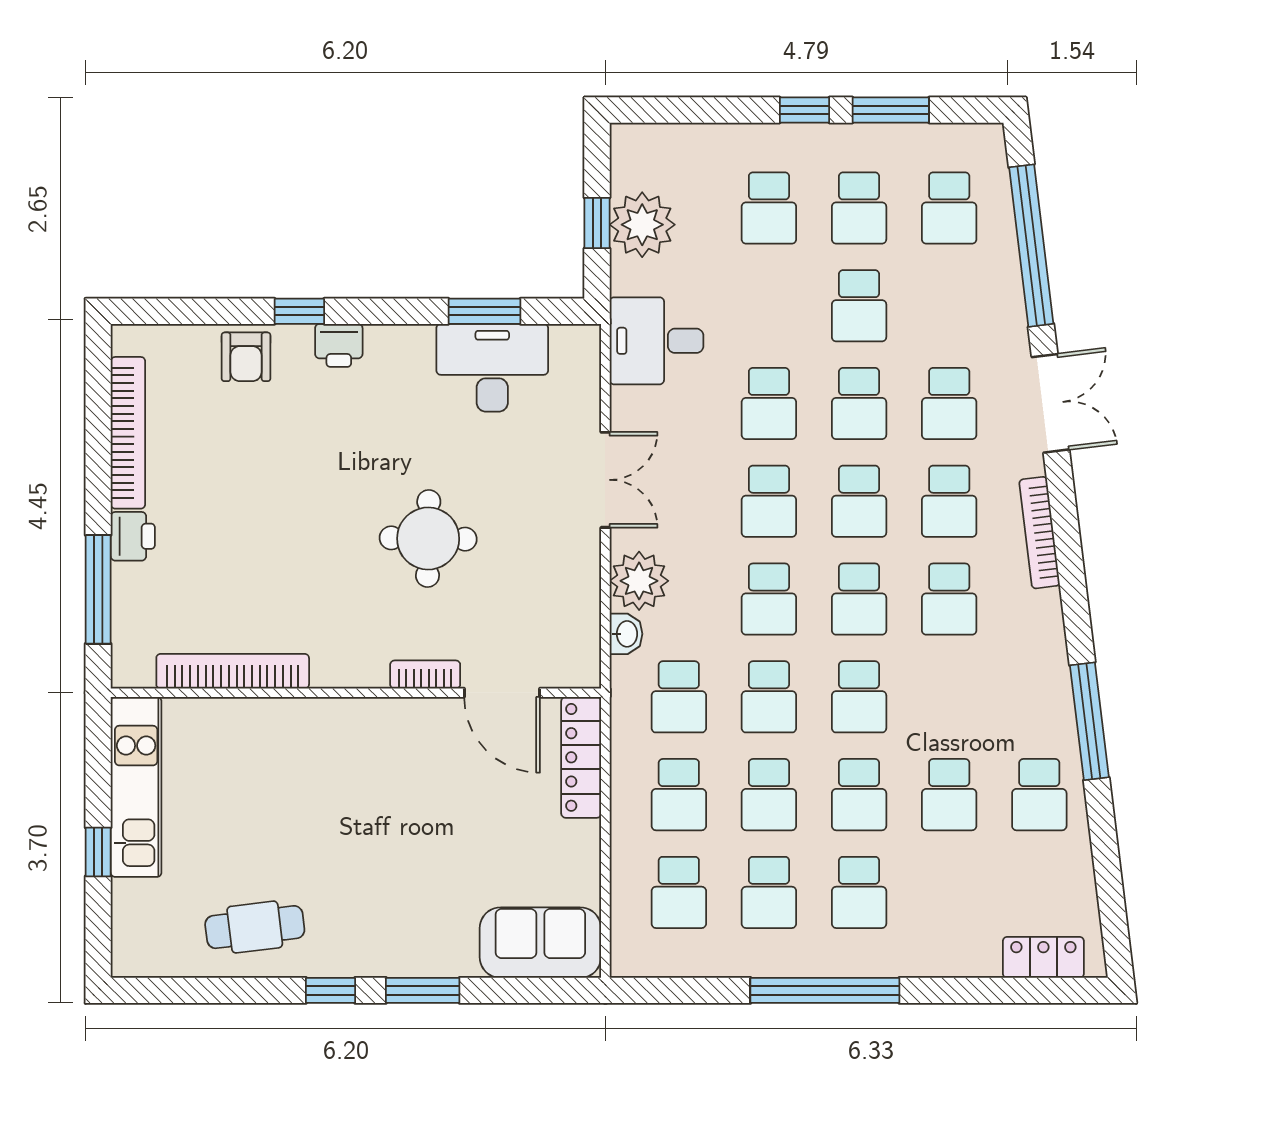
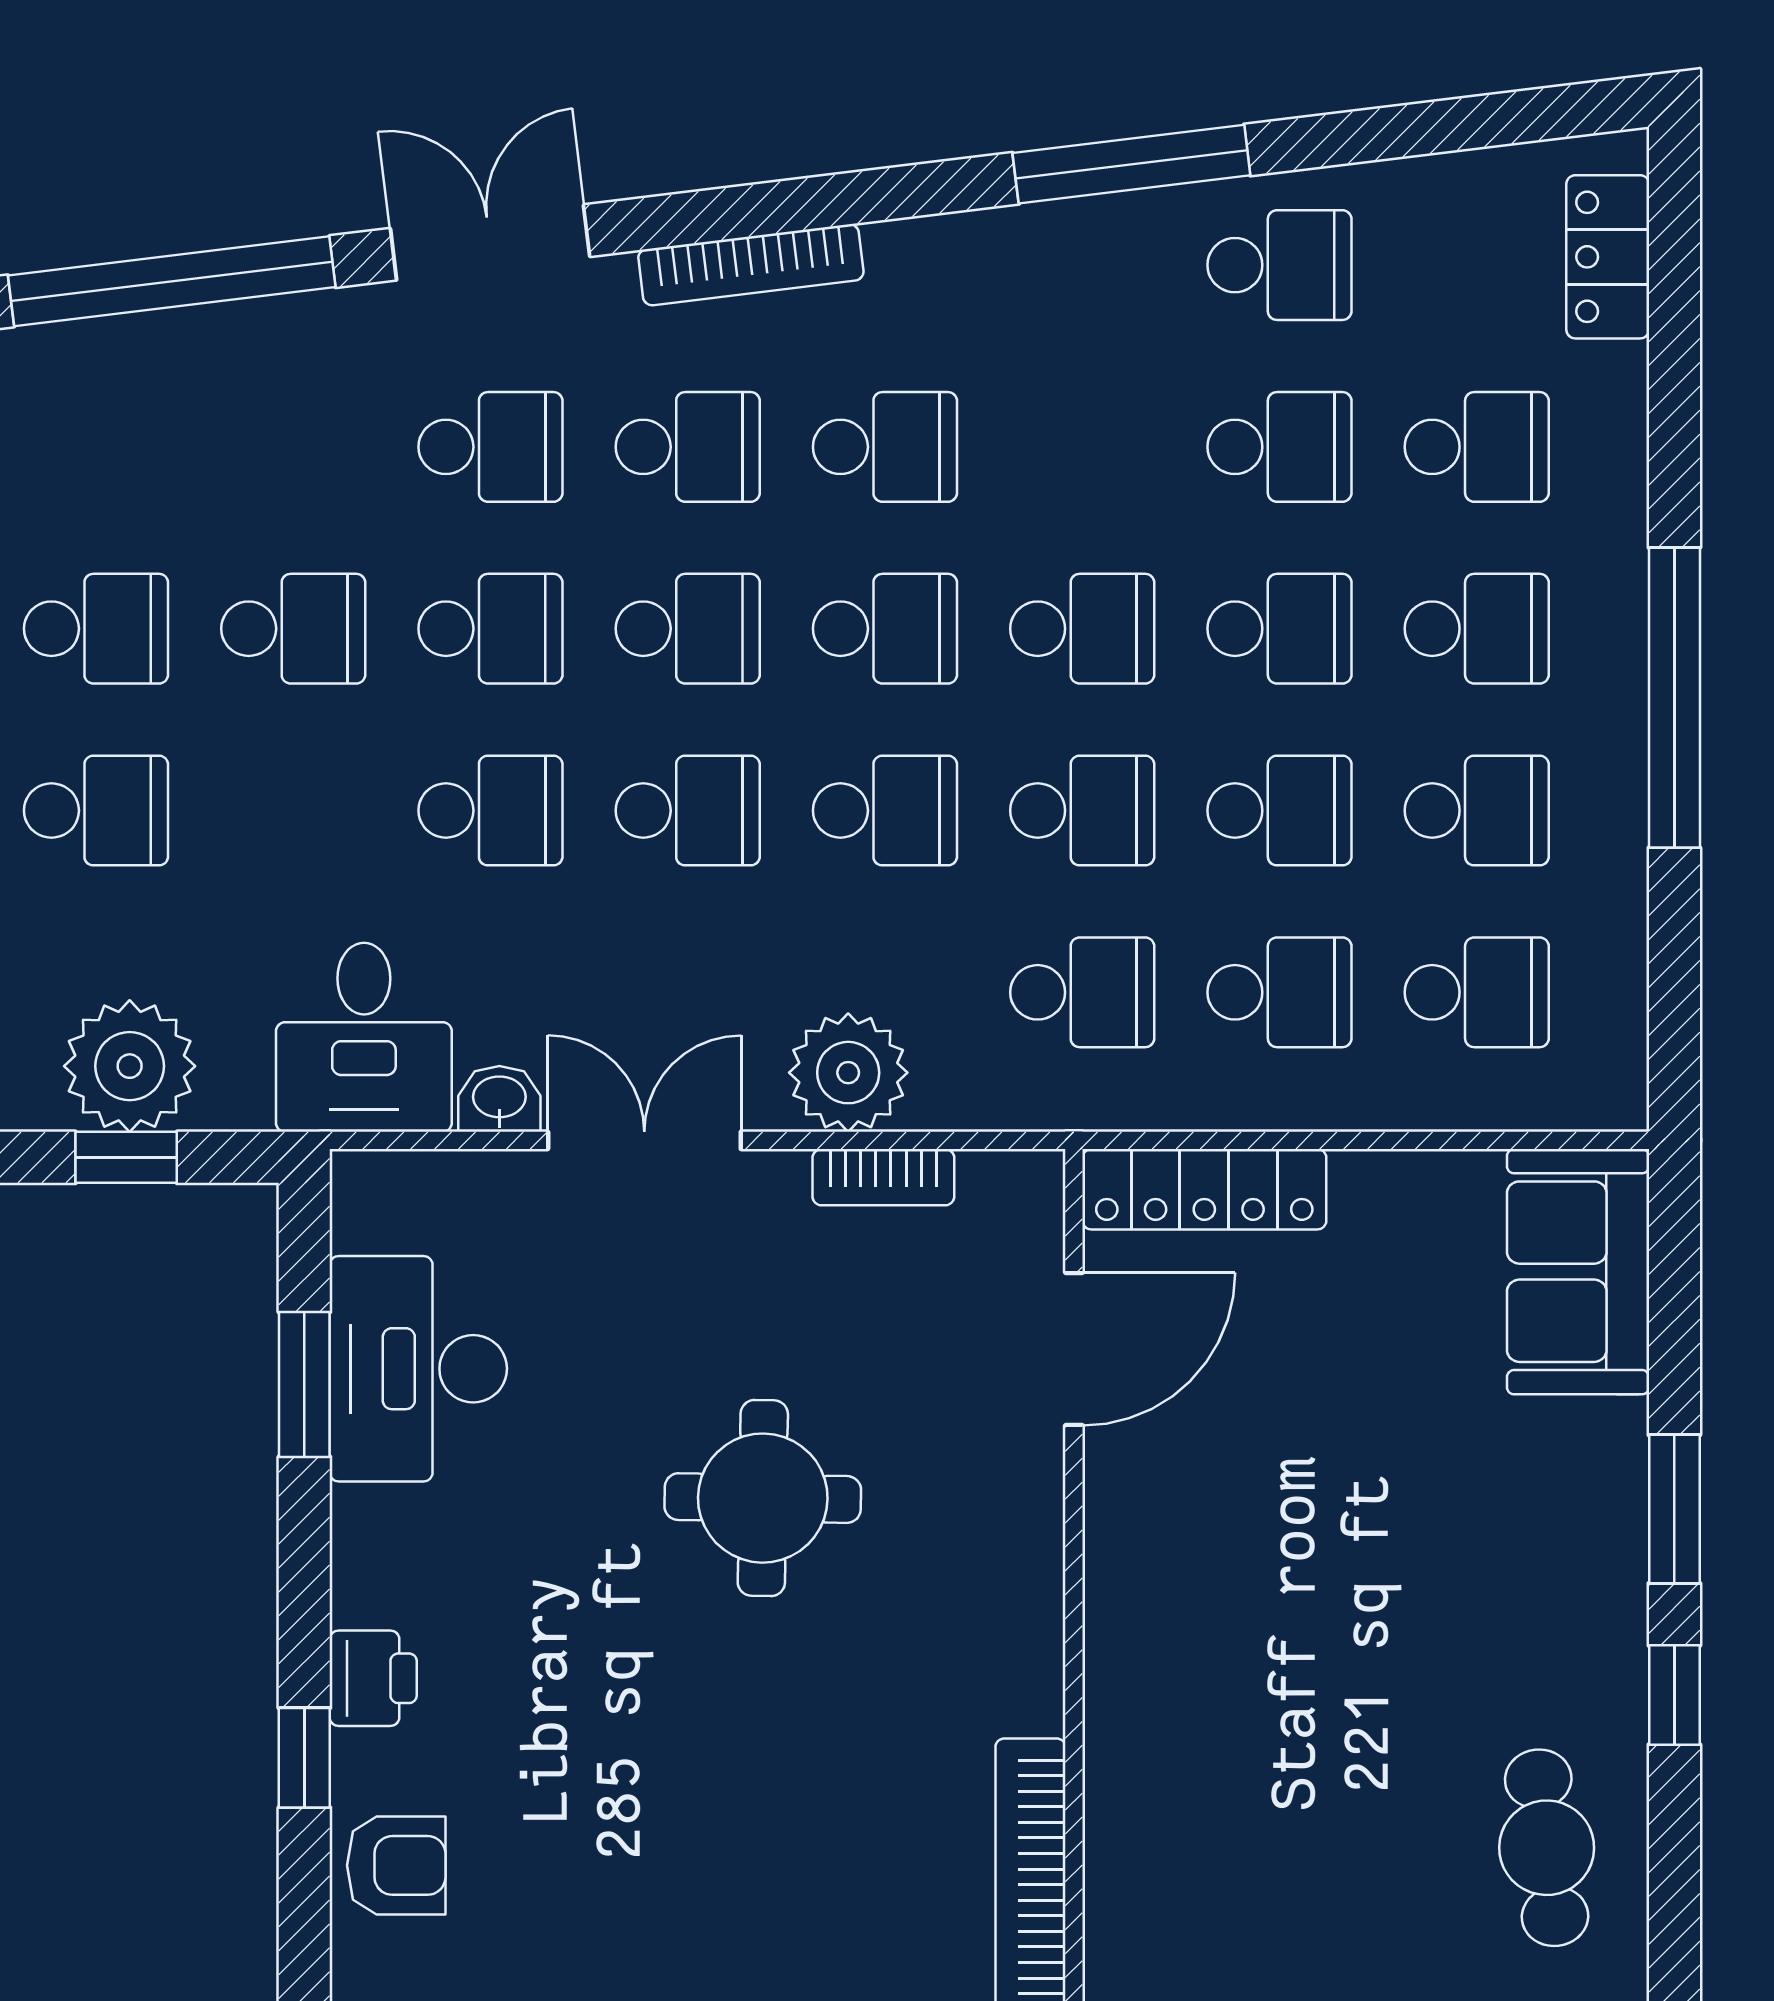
school desk: (949, 208) -> (1477, 447), moved
washbasin: (626, 634) -> (499, 1099), moved
bookcase: (425, 675) -> (883, 1177), moved, turned -90

